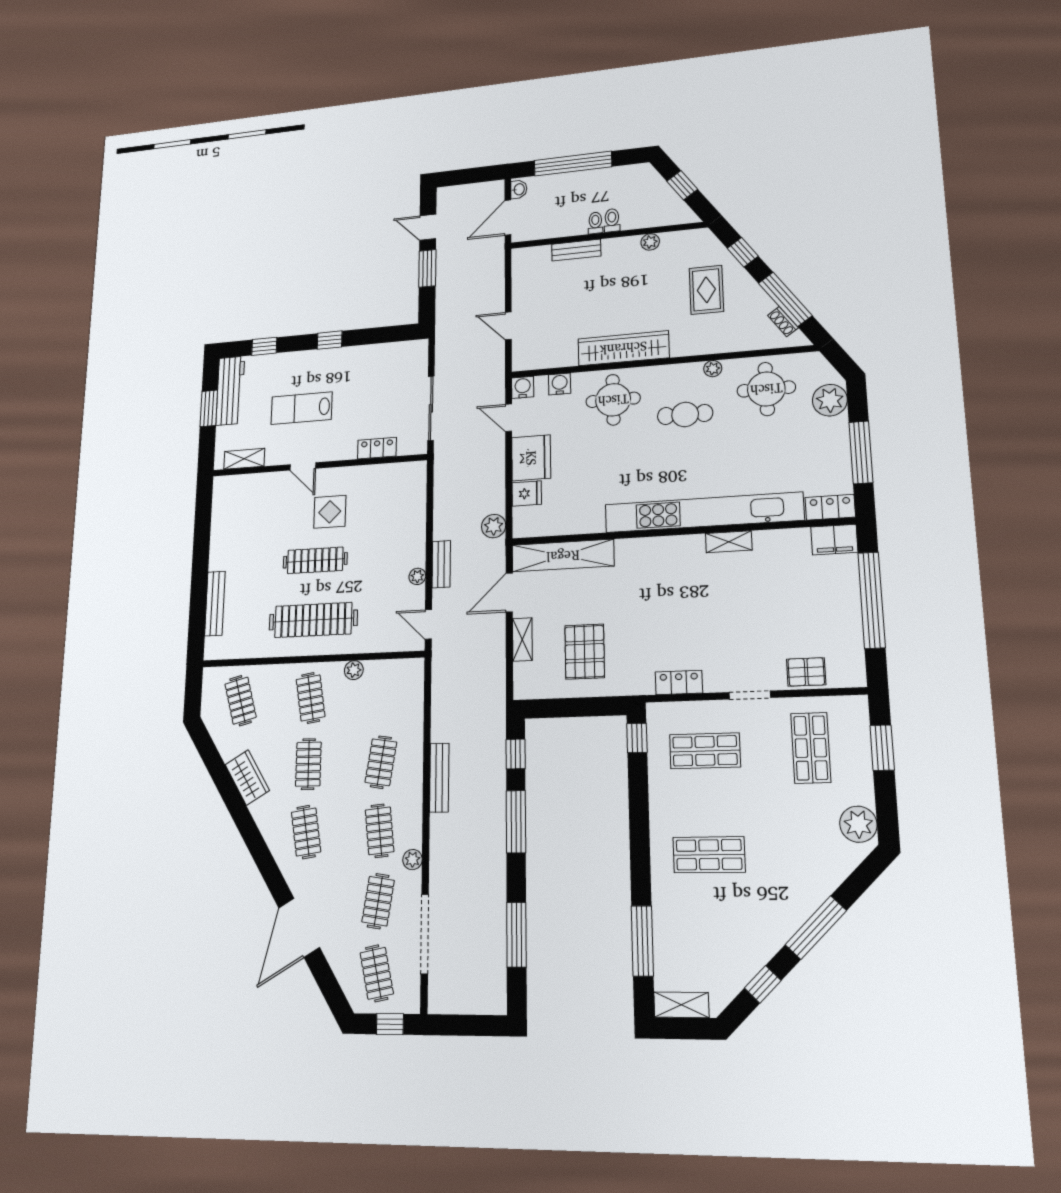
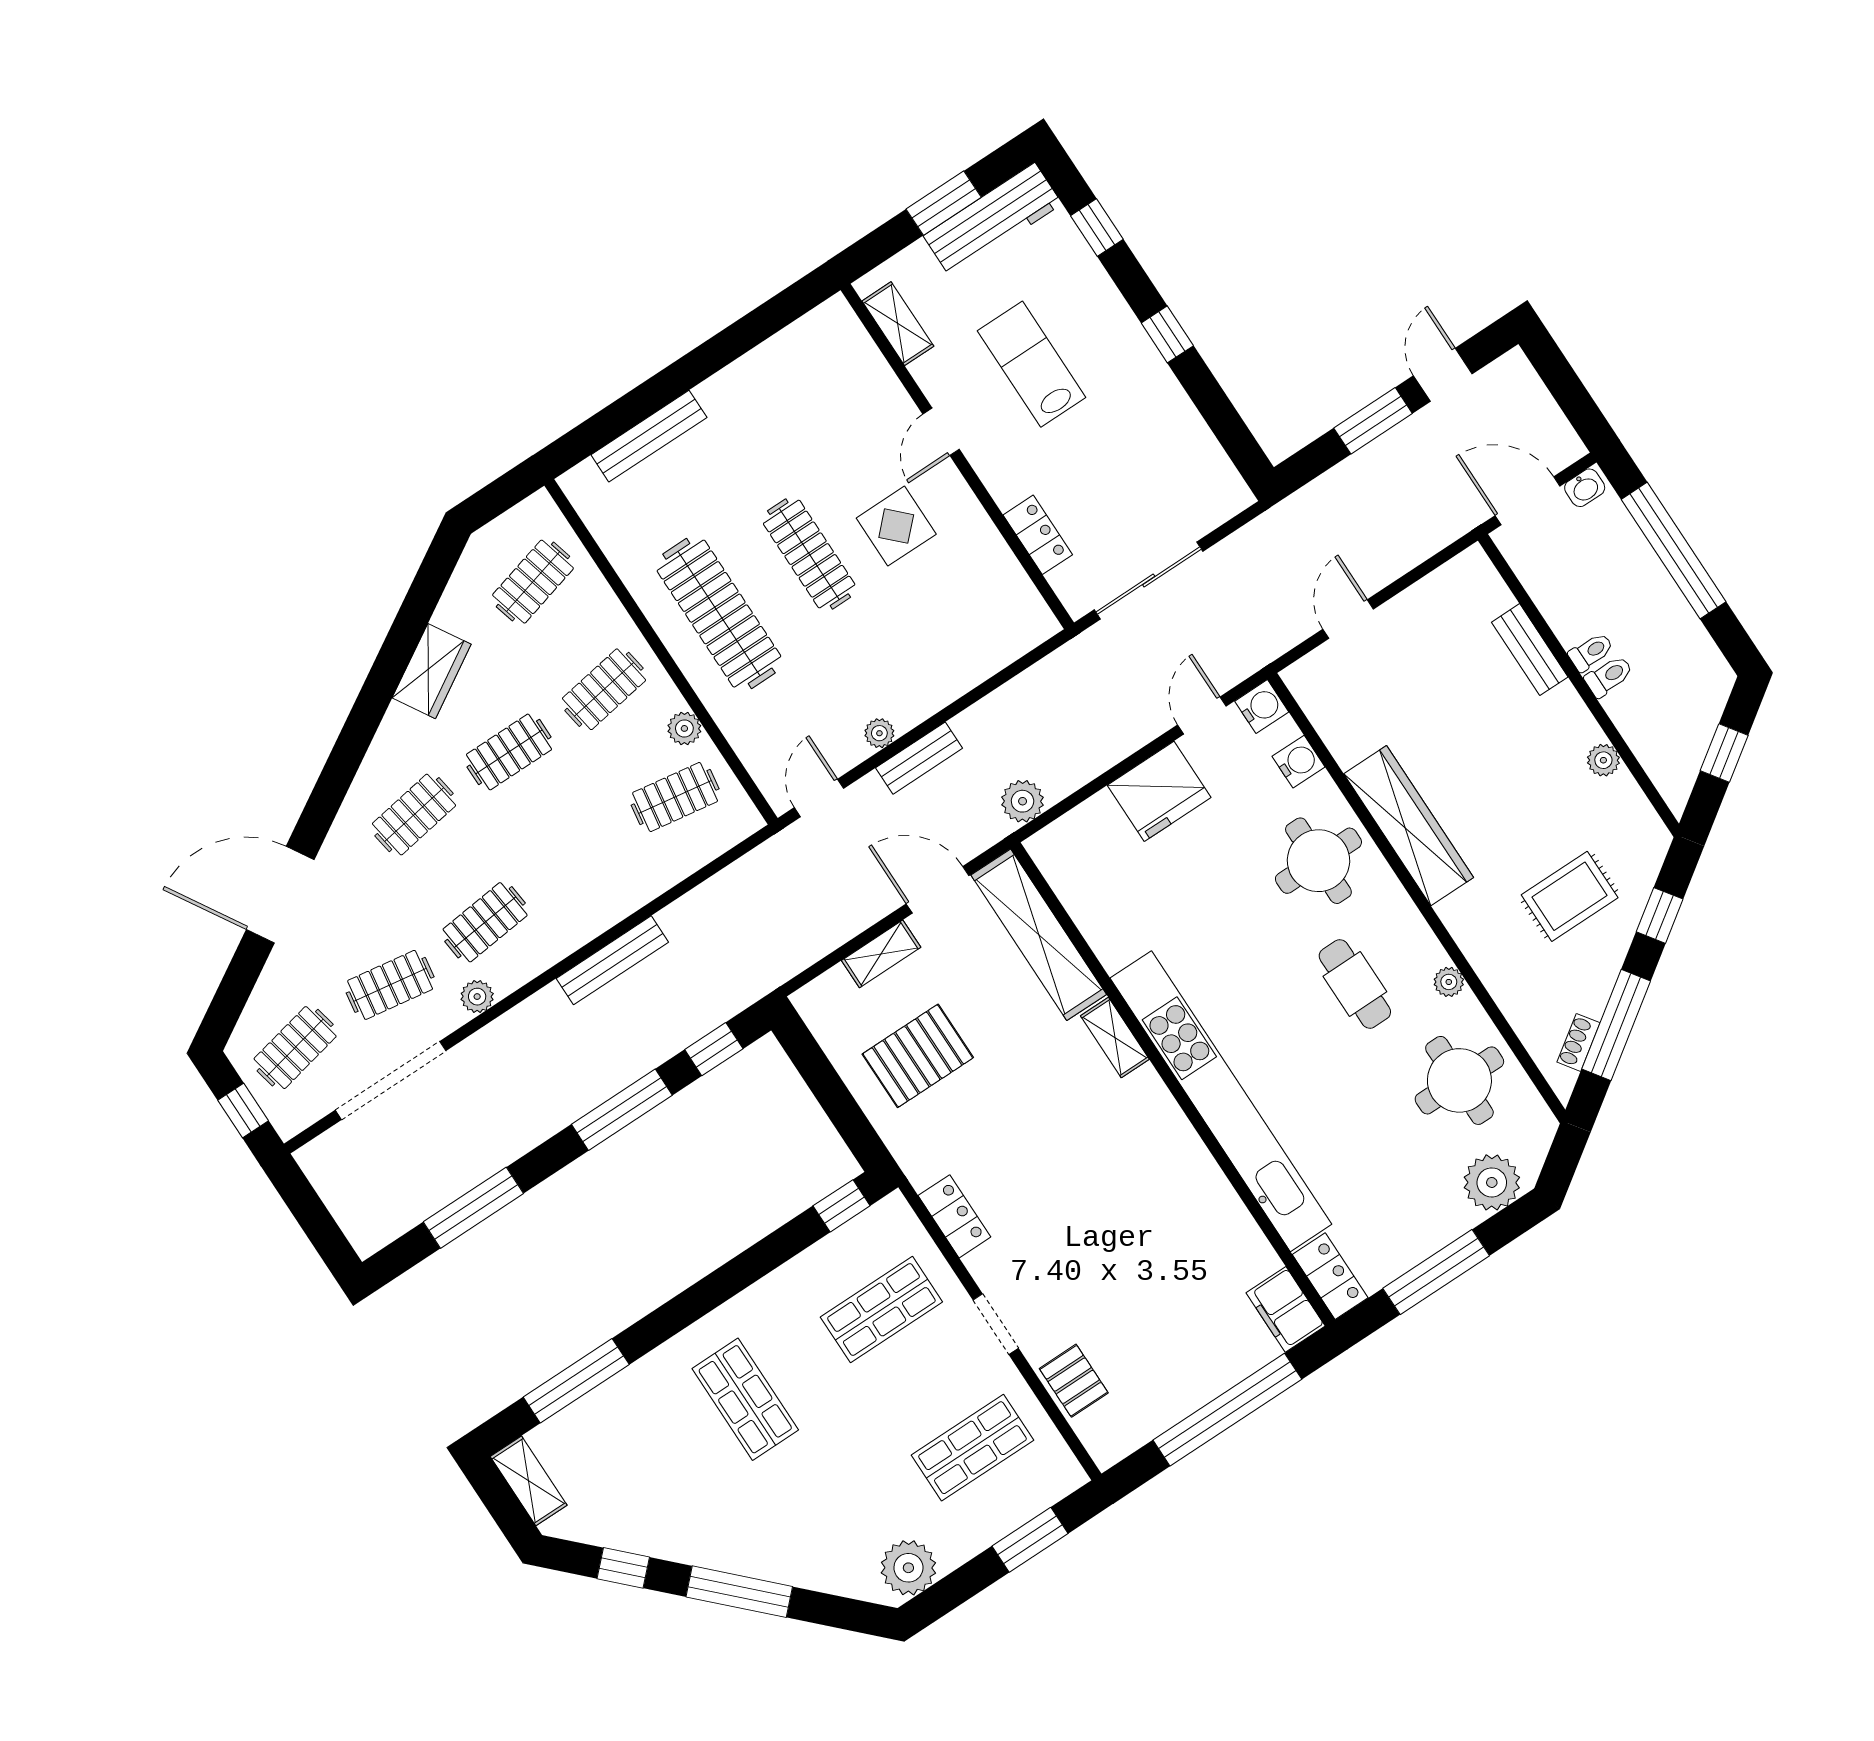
fridge: (527, 494) -> (1101, 820), removed
shelving: (729, 542) -> (1115, 1038), moved
shop shelf: (705, 751) -> (881, 1309), turned 90
clothes rail: (381, 762) -> (675, 797), moved

